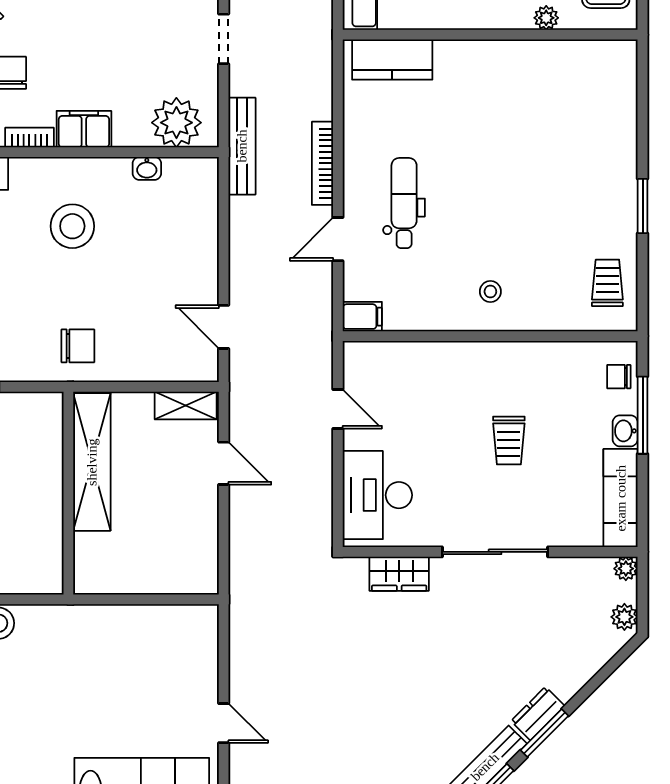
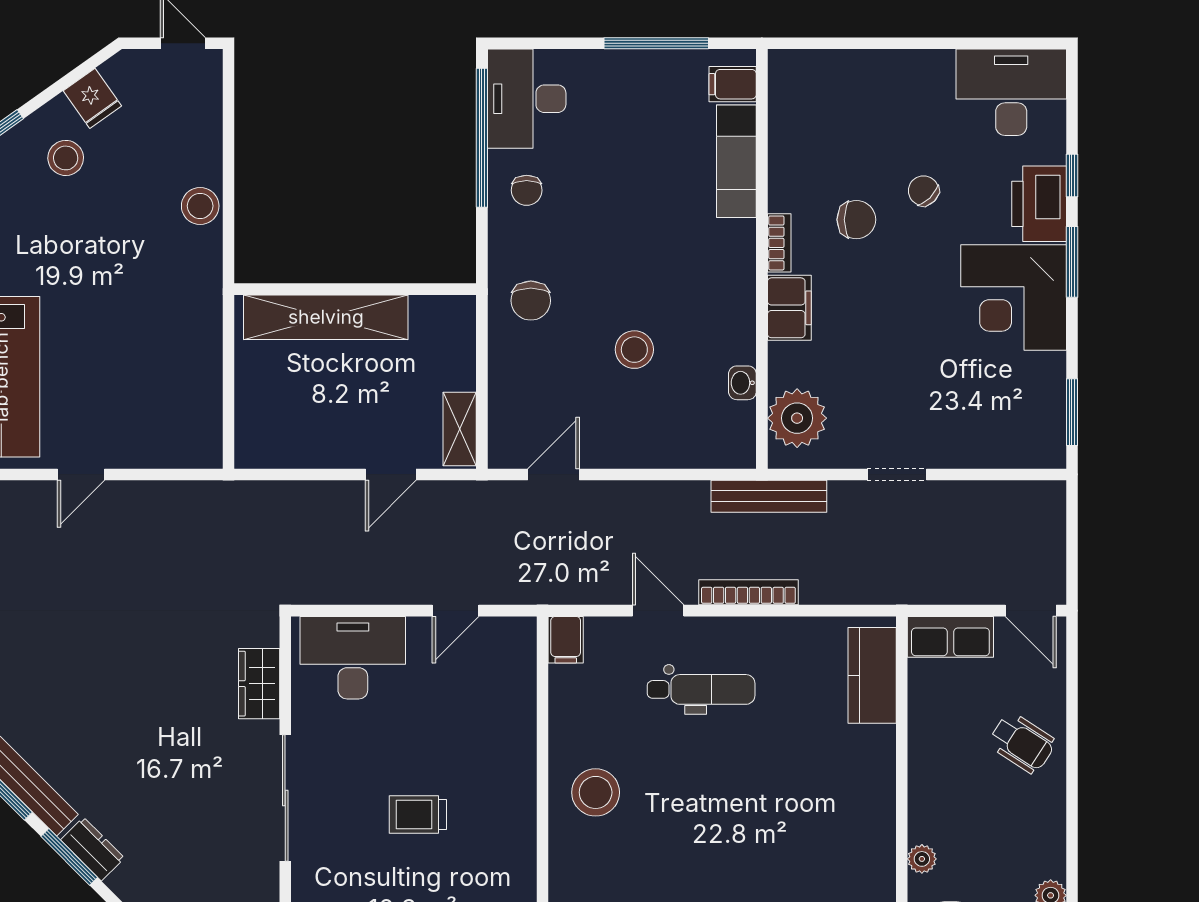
stool: (72, 226) -> (634, 350), moved, width x0.73, depth x0.73
stool: (490, 292) -> (596, 792), width x1.89, depth x1.89
shelving: (92, 462) -> (326, 317), moved

